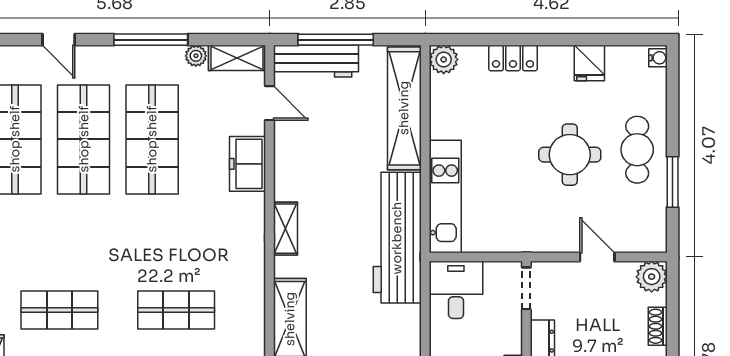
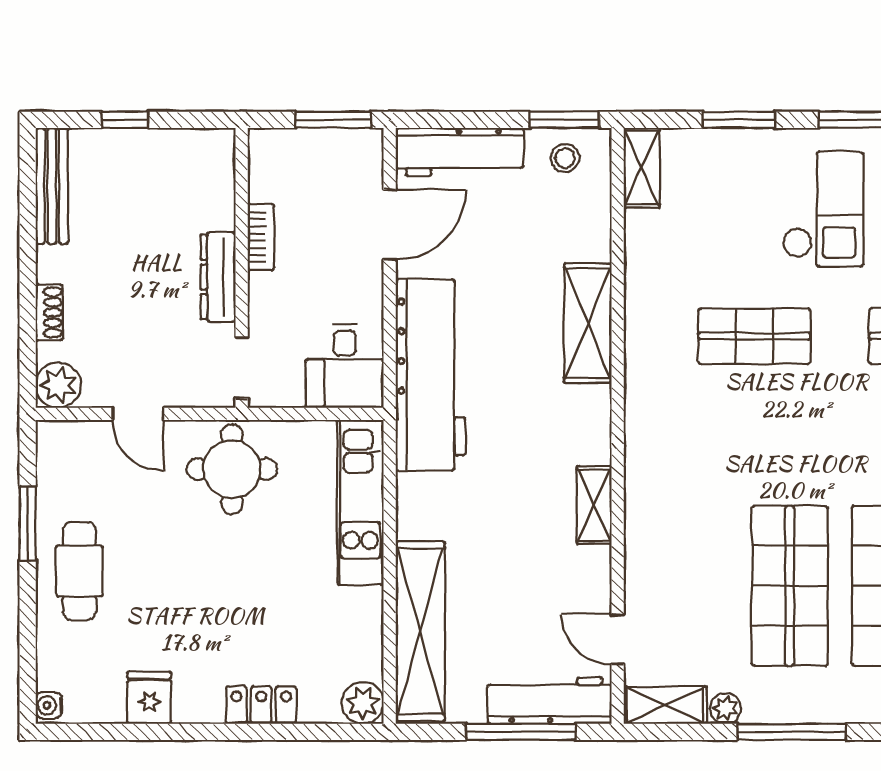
round table: (570, 155) -> (232, 469), moved
freezer: (247, 164) -> (650, 550), removed
shelving: (285, 229) -> (594, 505), moved
workbench: (397, 238) -> (431, 375), moved

